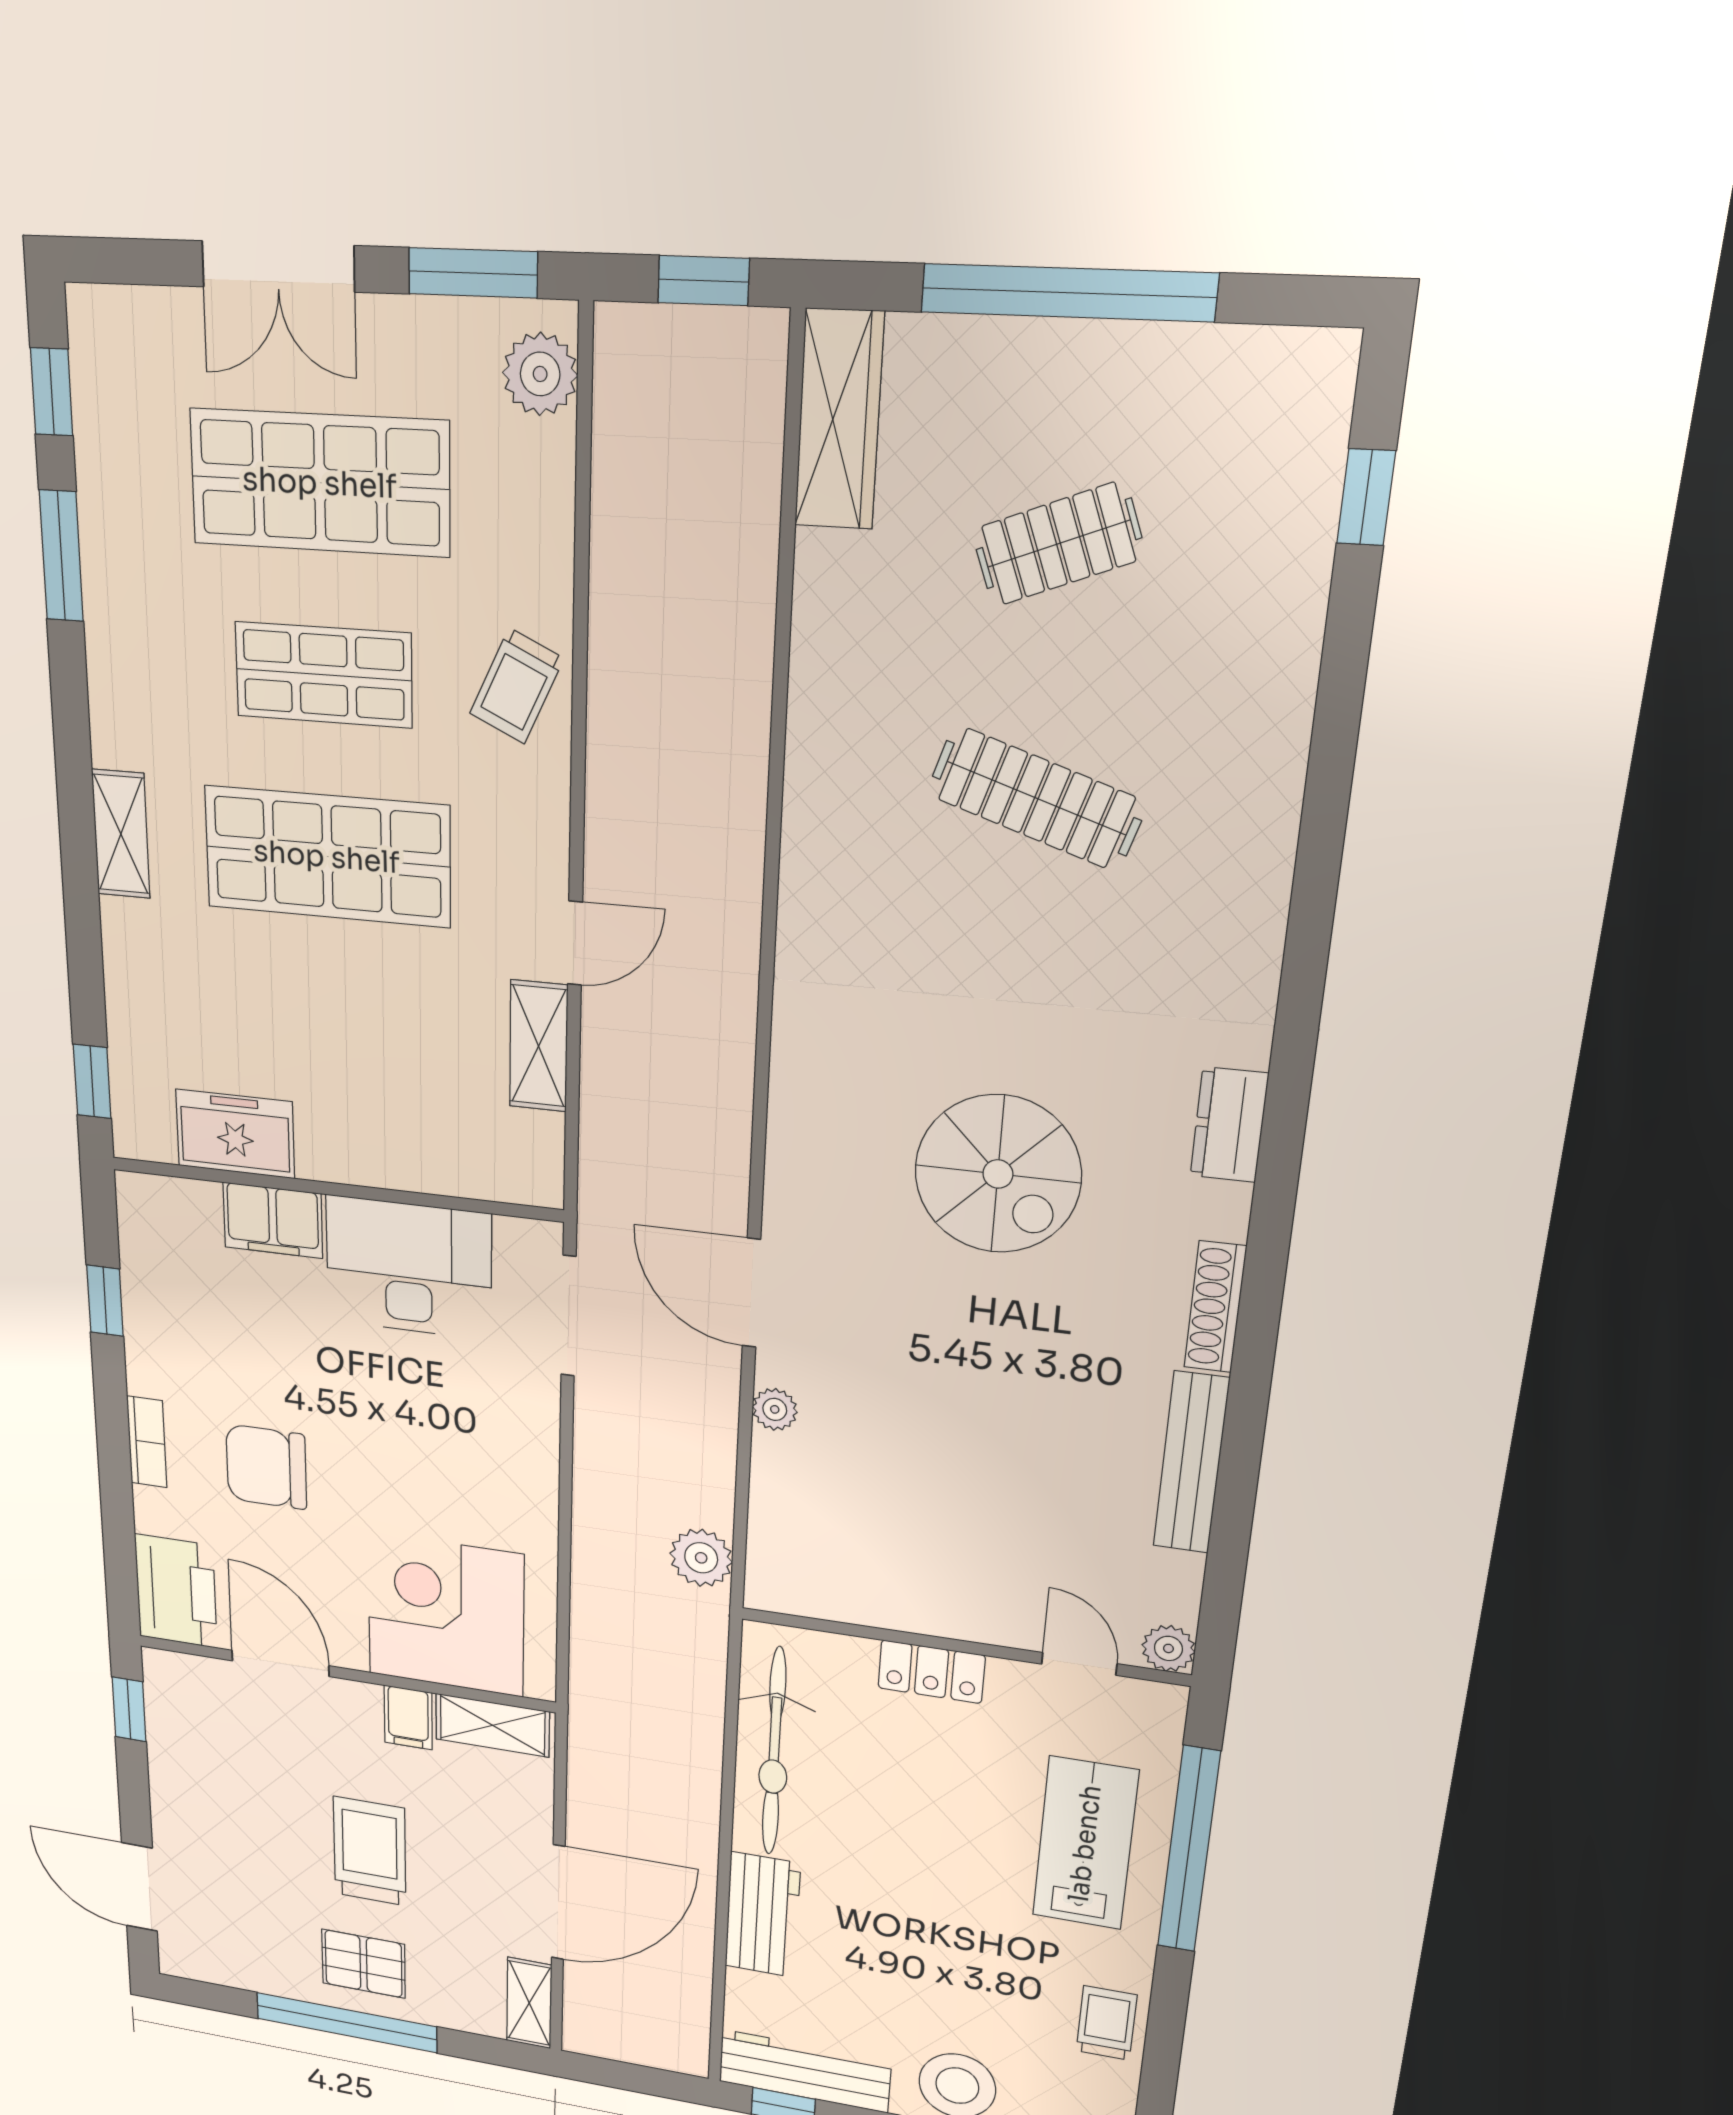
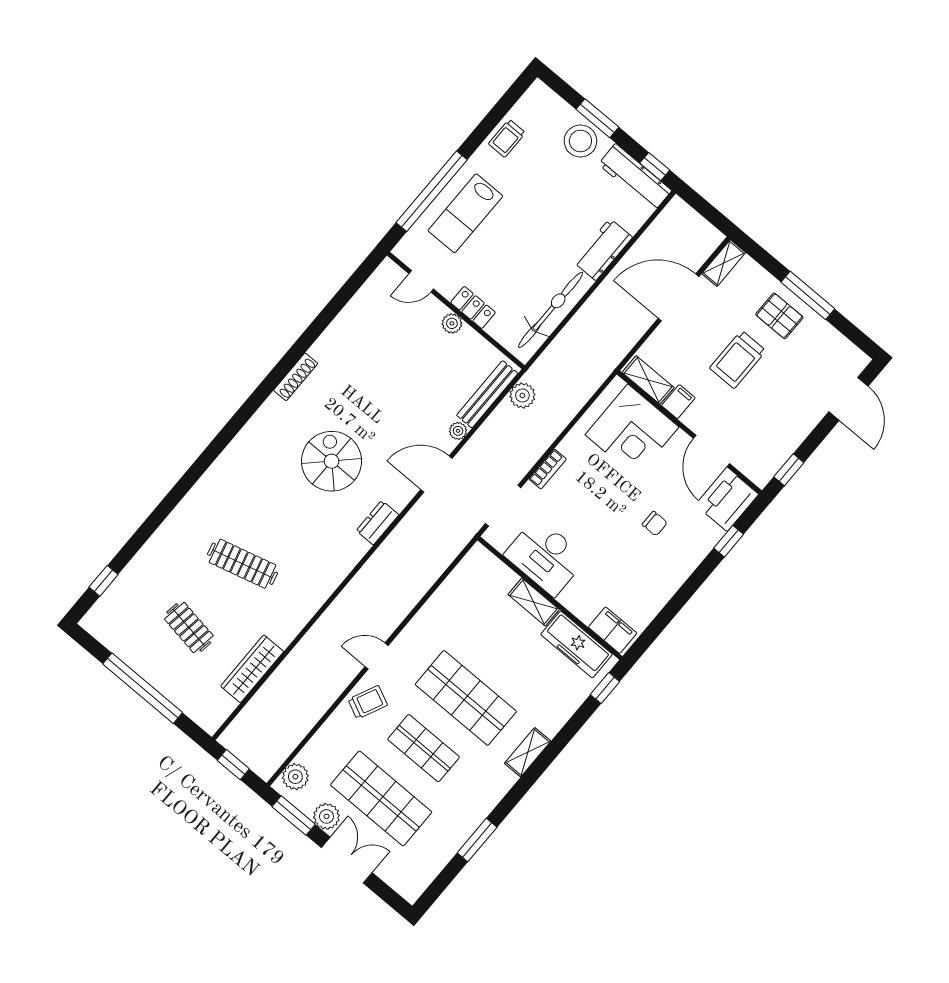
plant: (400, 336) -> (327, 816), added
window: (52, 392) -> (441, 883), removed
wardrobe: (839, 420) -> (252, 669), moved
clothes rail: (1058, 544) -> (189, 627), turned 30
clothes rail: (1036, 798) -> (243, 564), turned -33
door: (575, 943) -> (377, 656), moved
shelving: (539, 1046) -> (534, 602), moved, turned 90
dresser: (1229, 1125) -> (378, 523), moved, turned 180
freezer: (235, 1134) -> (577, 644), width x1.40
filing cabinet: (273, 1220) -> (613, 630), moved
door: (751, 1293) -> (436, 474), swing flipped
window: (105, 1301) -> (729, 541), moved
bookcase: (147, 1442) -> (548, 469), moved, turned 180
bench: (1191, 1463) -> (487, 394), moved
chair: (266, 1467) -> (655, 524), width x0.54, depth x0.54
plant: (1168, 1648) -> (452, 323), moved
door: (1079, 1664) -> (421, 281), hinge flipped
window: (346, 2023) -> (808, 295), width x0.68

